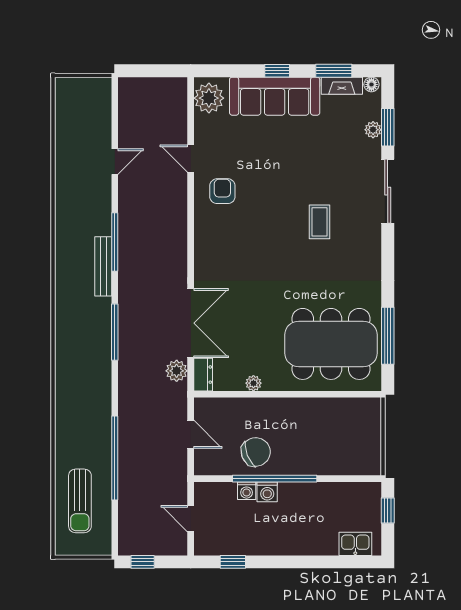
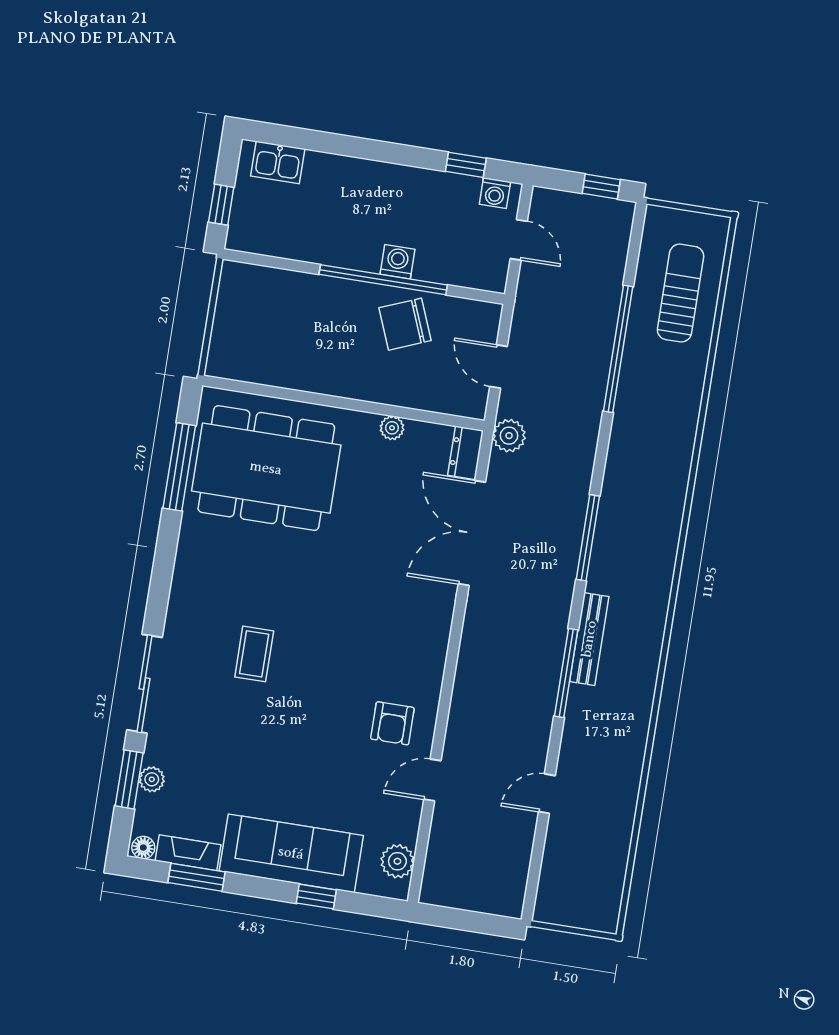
window: (277, 71) -> (316, 896), moved
plant: (209, 98) -> (397, 861), width x0.73, depth x0.73
door: (191, 159) -> (432, 780), swing flipped
plant: (177, 371) -> (509, 436), moved
washing machine: (247, 491) -> (495, 193), moved, turned 180

